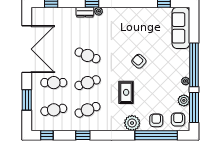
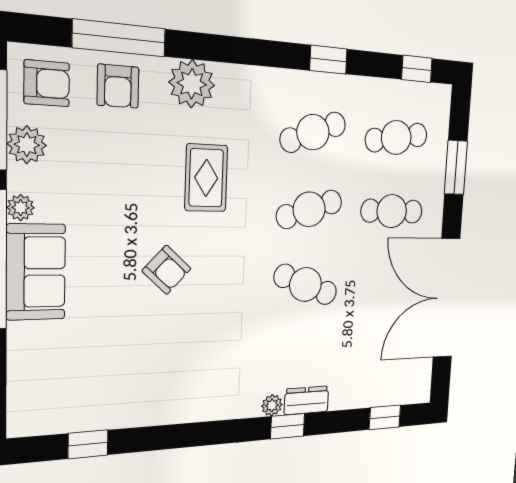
sofa: (181, 28) -> (36, 272), moved, width x0.73
armchair: (178, 119) -> (47, 83), turned -90
window: (156, 135) -> (119, 38), width x0.68

